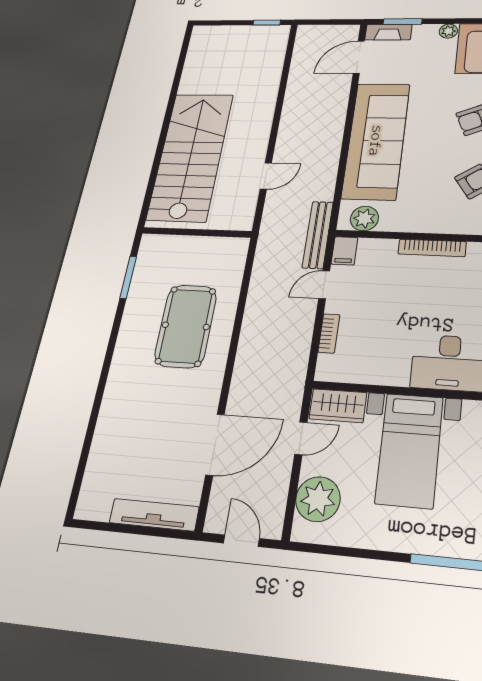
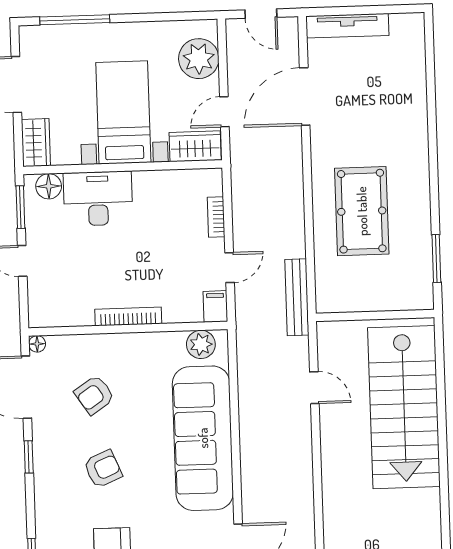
door: (266, 176) -> (314, 388), swing flipped
bench: (318, 235) -> (297, 297), moved

